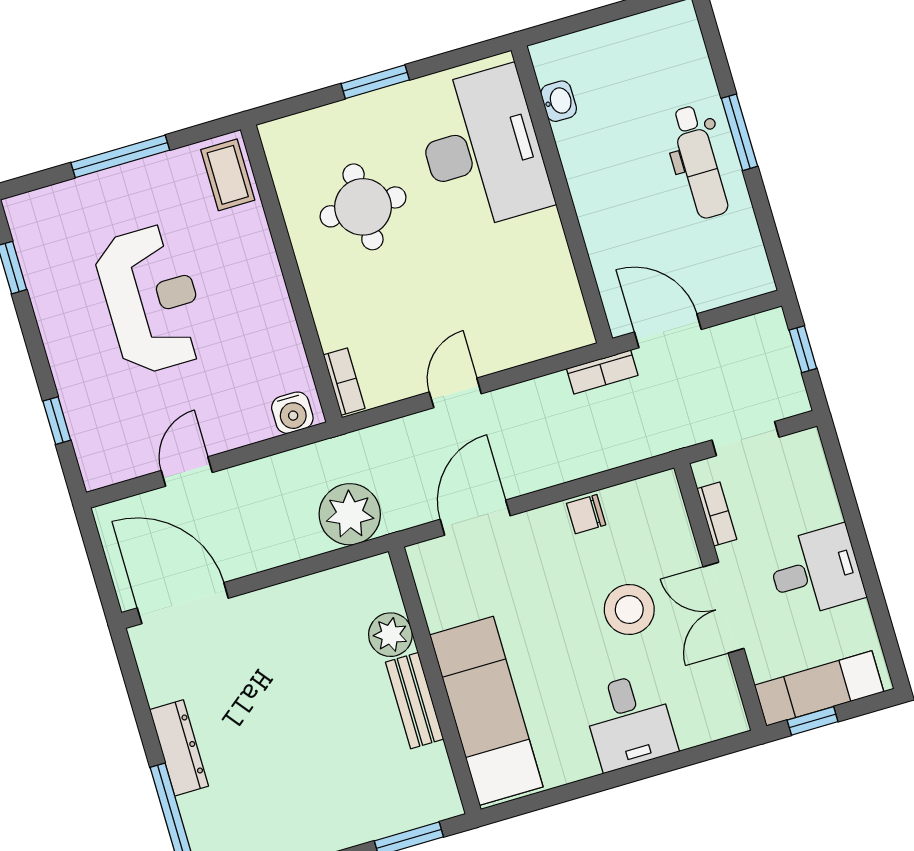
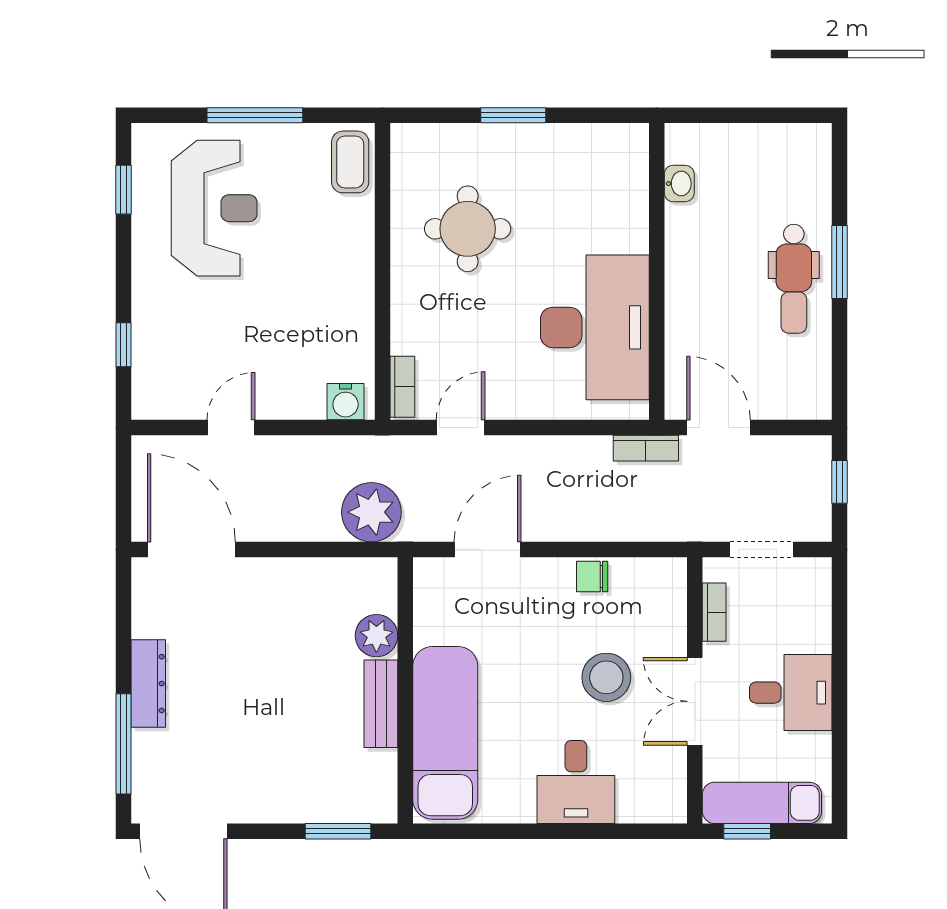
desk: (482, 149) -> (595, 327), moved
reception desk: (152, 299) -> (214, 208), moved
door: (455, 393) -> (461, 428), moved

